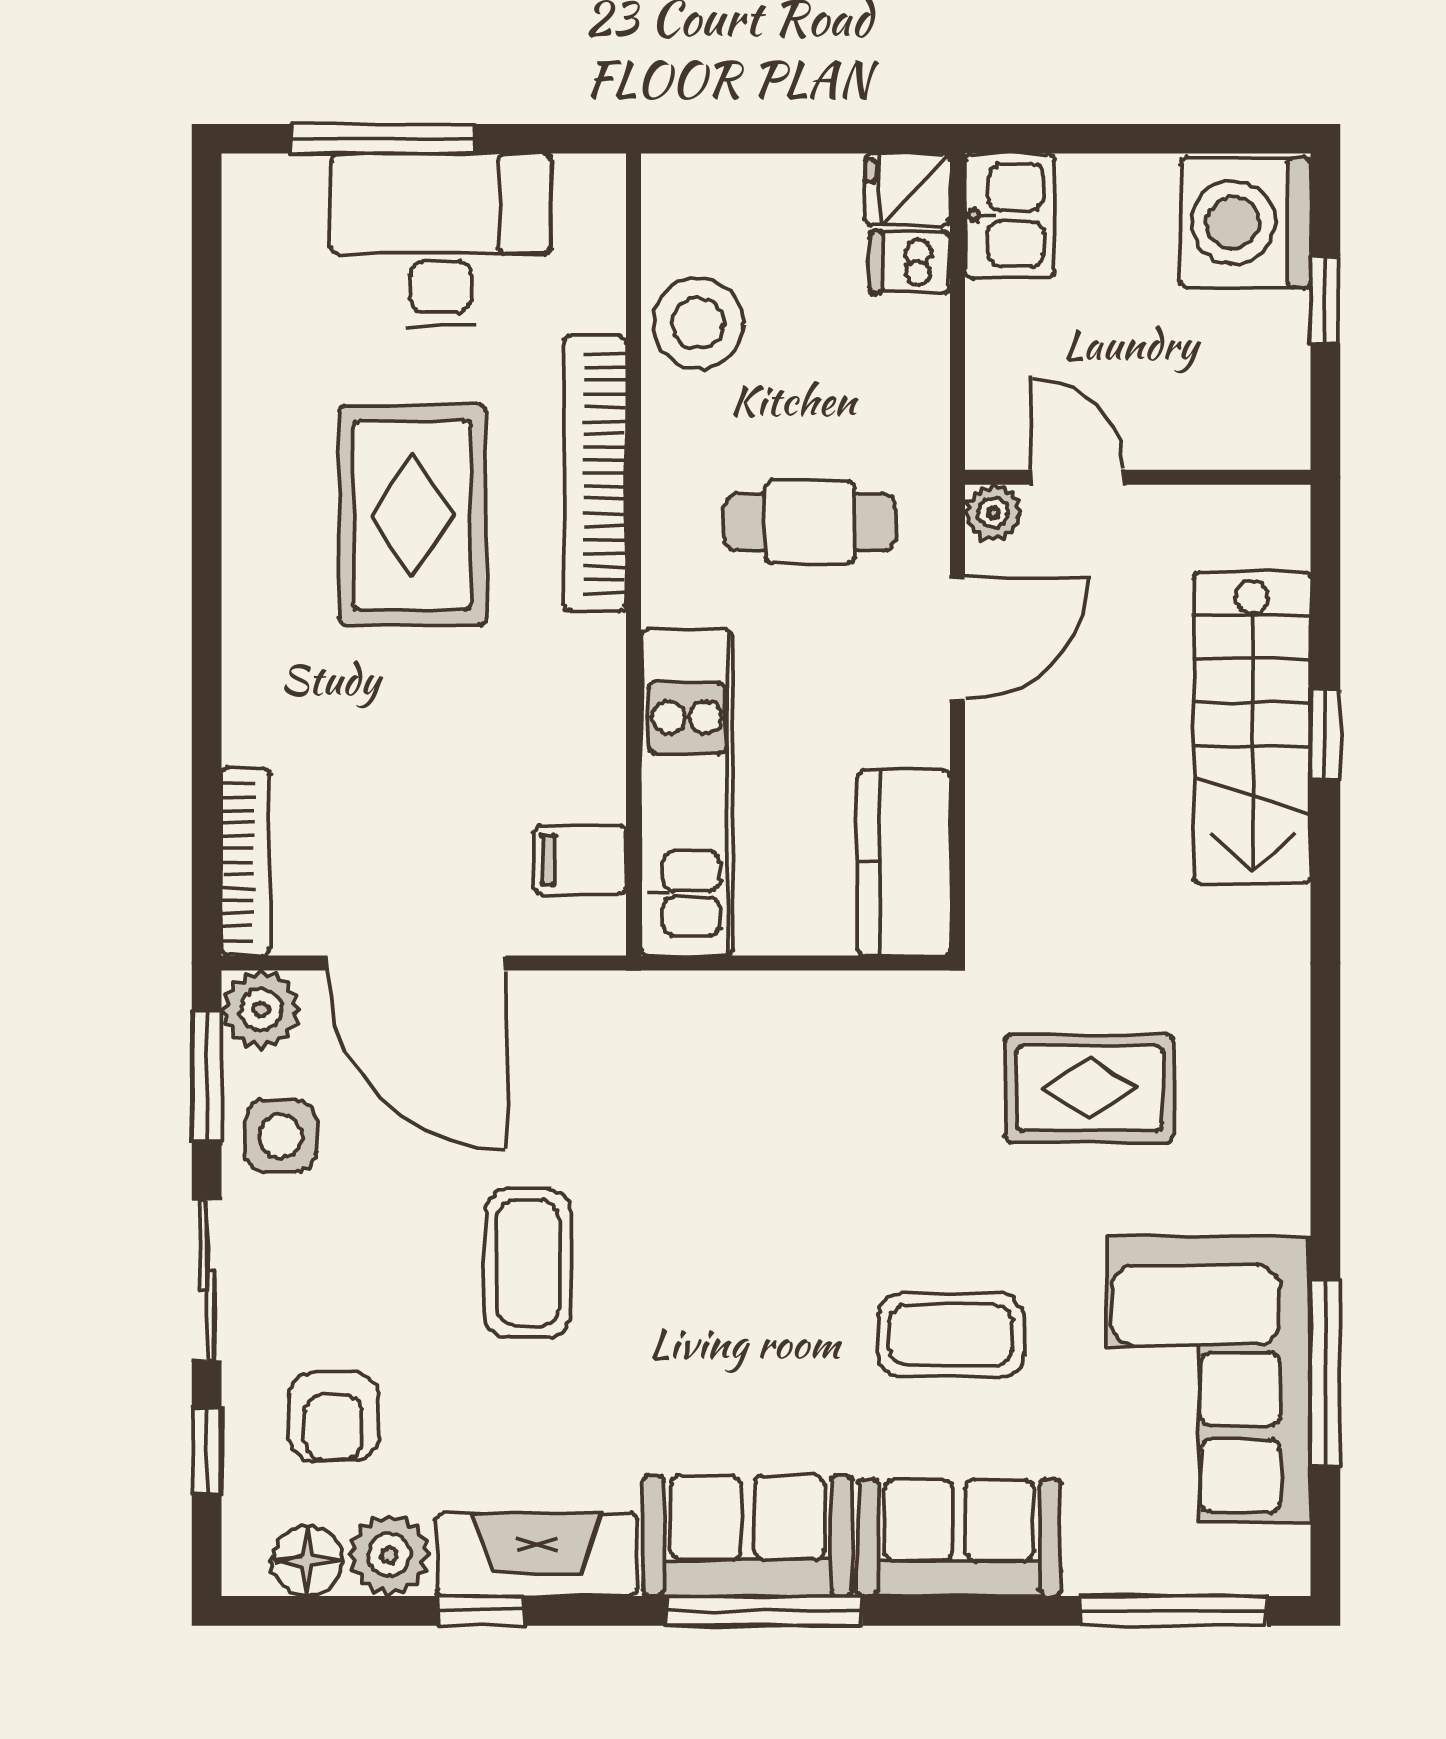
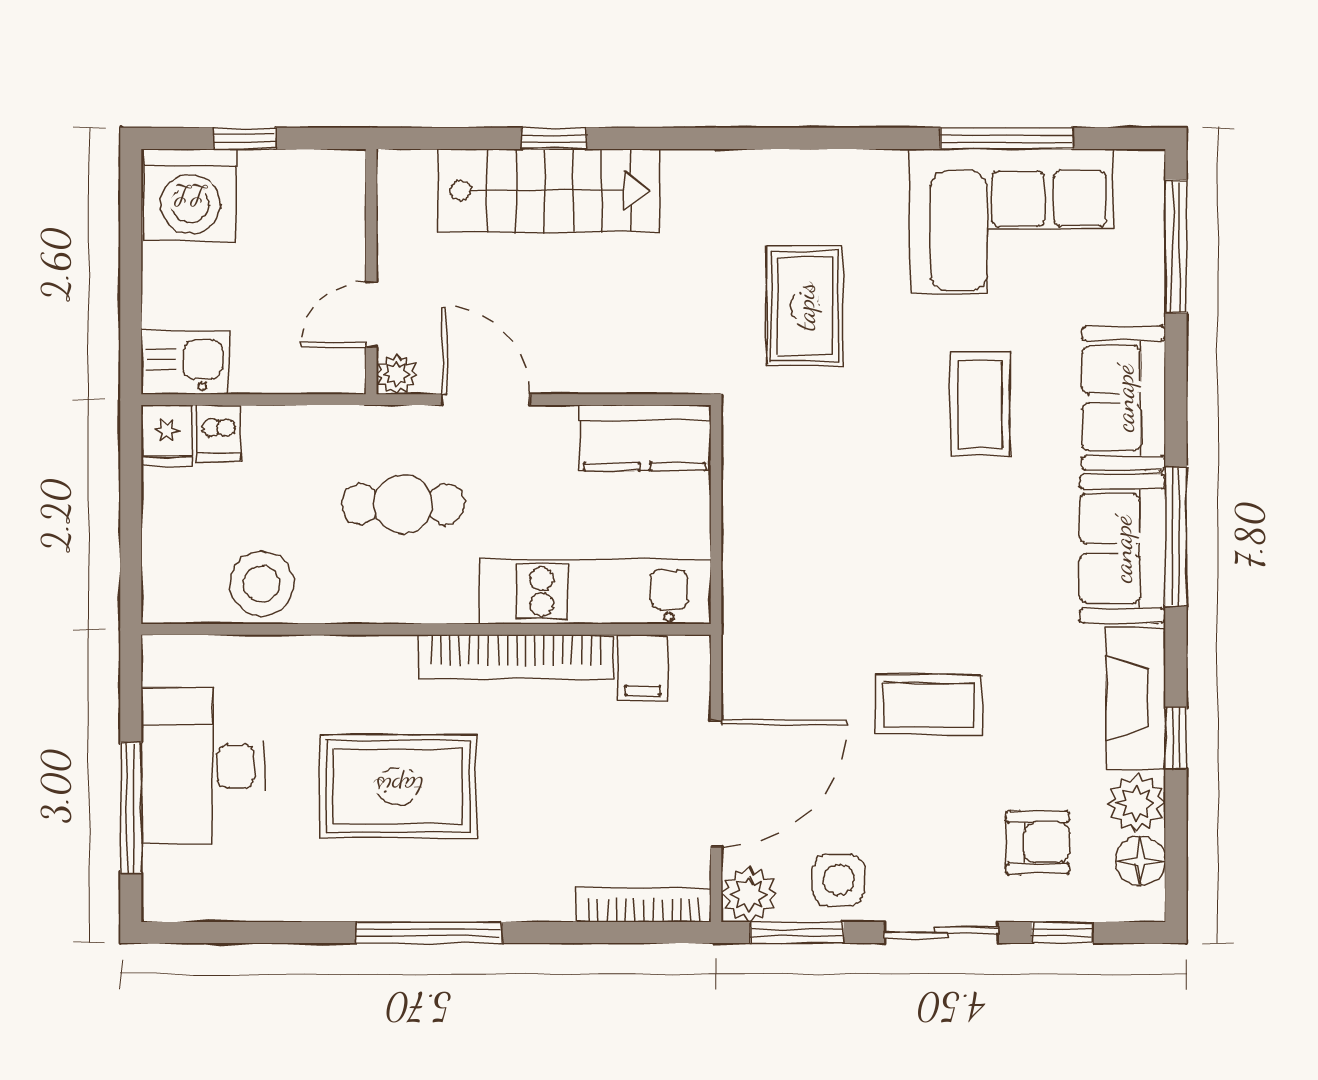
bookcase: (595, 473) -> (516, 657), moved
cafe table: (810, 522) -> (403, 504), turned 90
window: (207, 558) -> (429, 933), added

